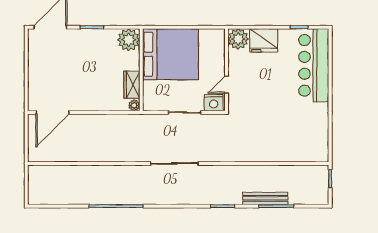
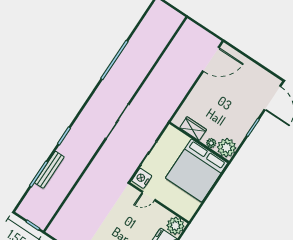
door: (226, 85) -> (149, 196), swing flipped
plant: (134, 105) -> (211, 143), moved
door: (53, 112) -> (211, 59), swing flipped

